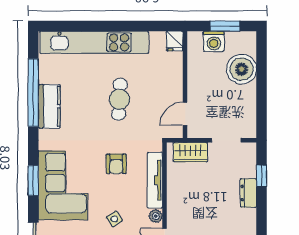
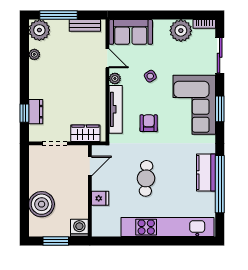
fridge: (175, 41) -> (100, 198), moved, turned 90
washing machine: (214, 41) -> (79, 228), moved
dresser: (248, 193) -> (36, 112), moved

